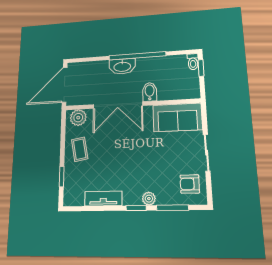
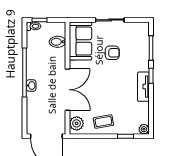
washbasin: (122, 66) -> (31, 86), width x0.52, depth x0.69
bidet: (150, 92) -> (58, 42), moved
armchair: (190, 184) -> (112, 53), moved, turned -90
tv unit: (103, 199) -> (143, 87), moved
plant: (149, 199) -> (144, 129), moved

